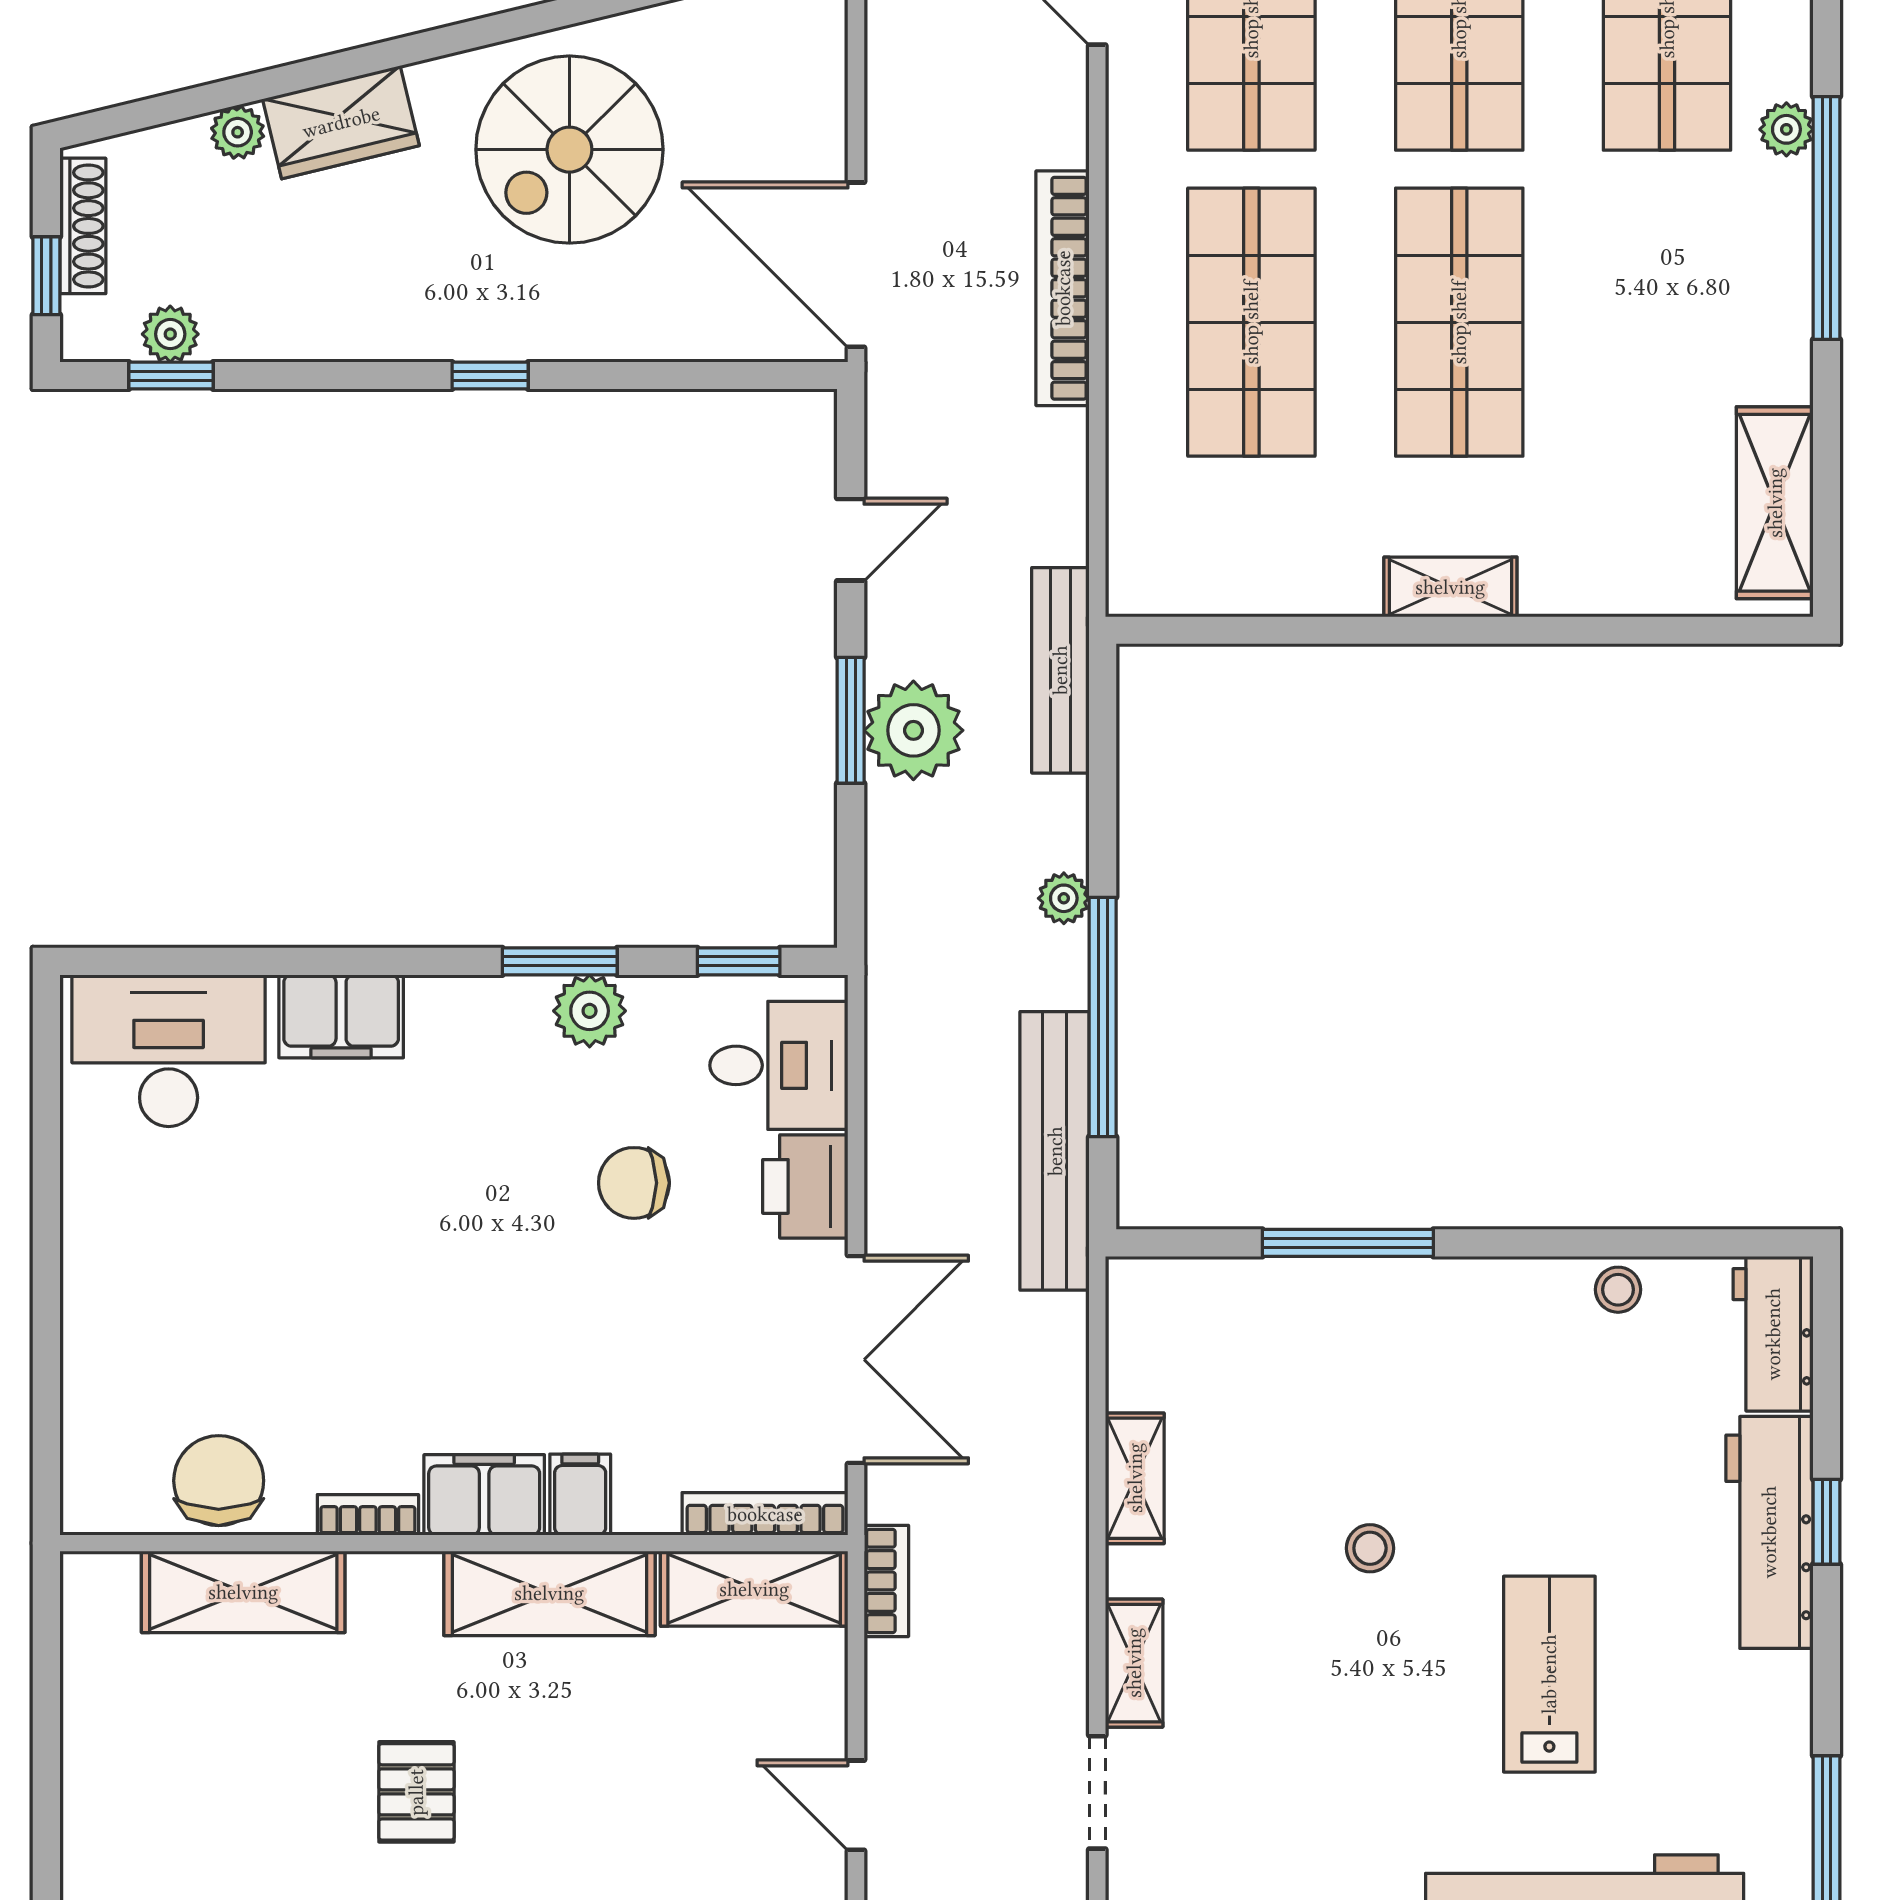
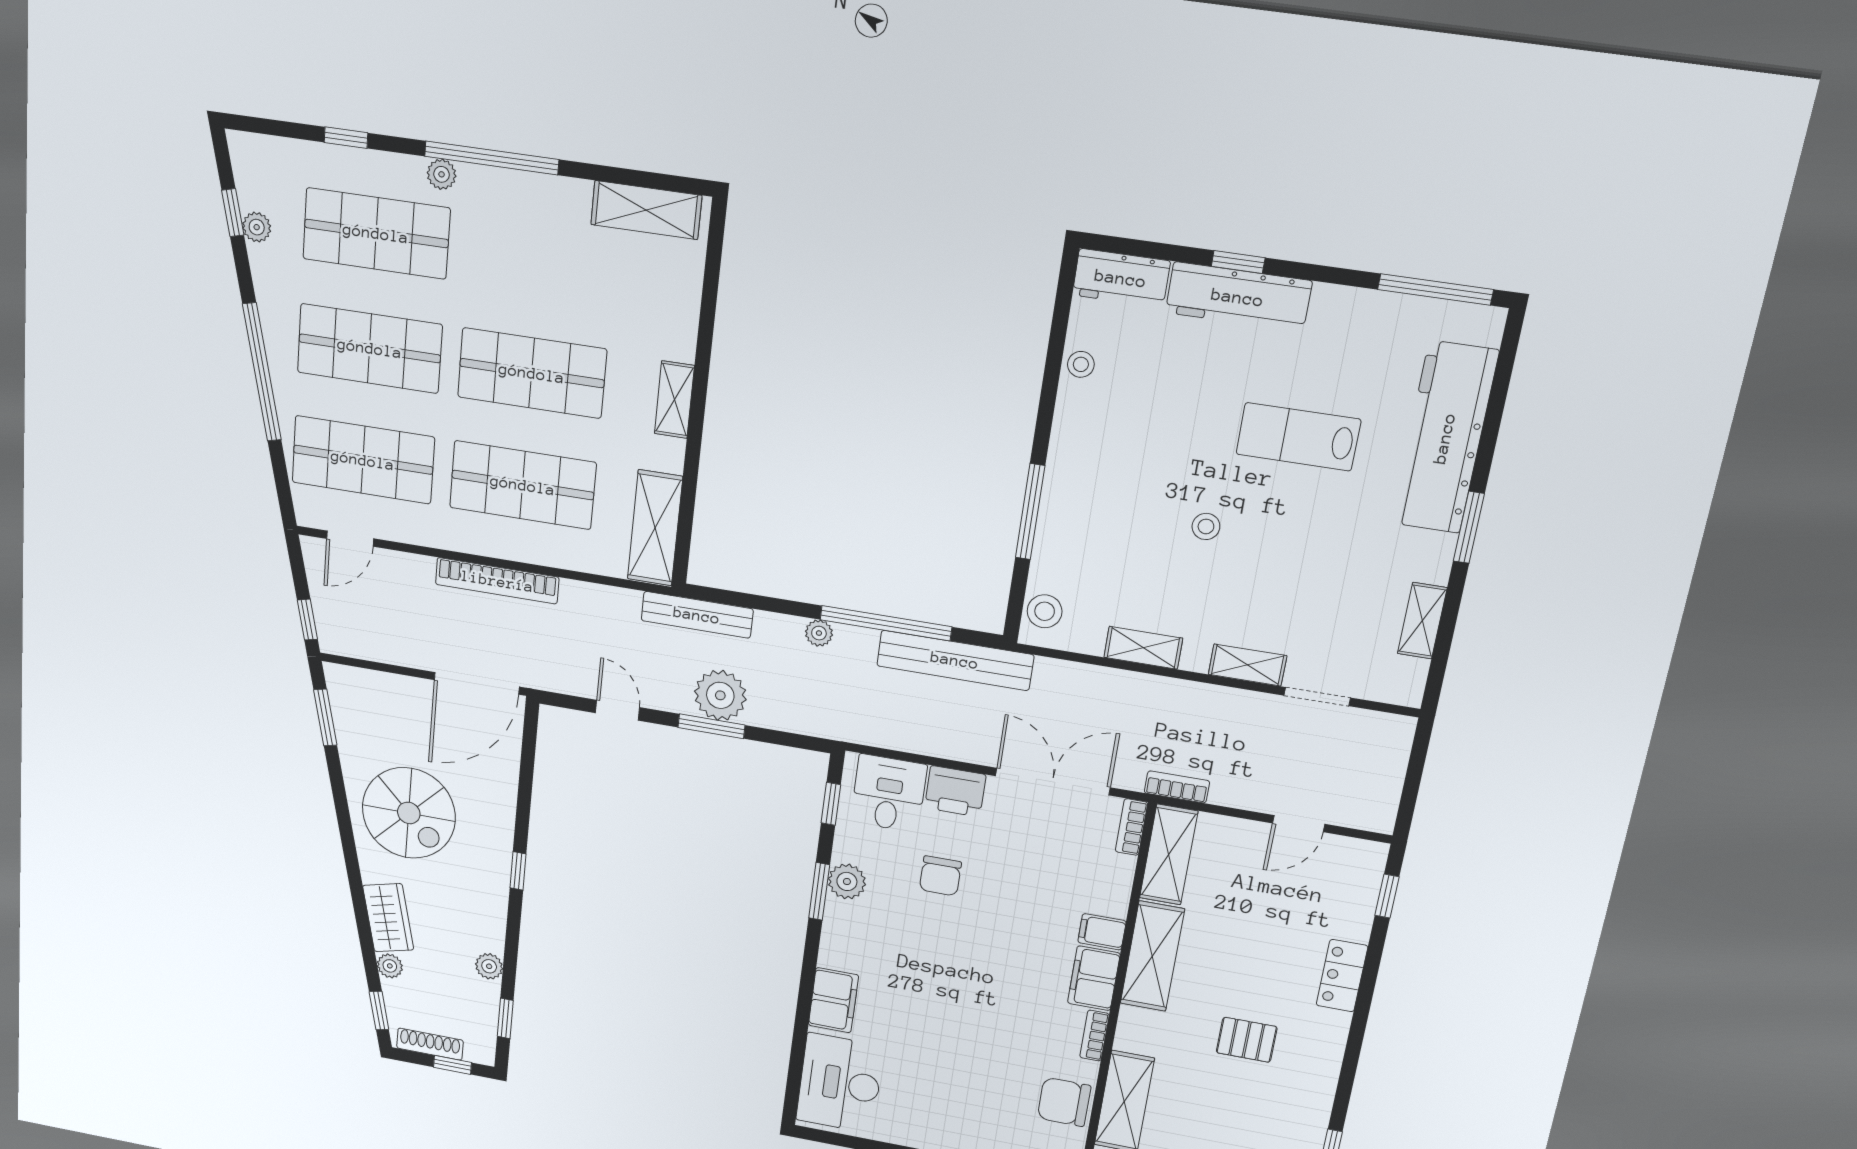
window: (135, 116) -> (379, 1011), added
plant: (170, 334) -> (489, 966), moved
shelving: (1211, 575) -> (655, 528), added
stool: (1172, 1296) -> (1045, 611), added
bookcase: (765, 1514) -> (1131, 827), width x0.64

